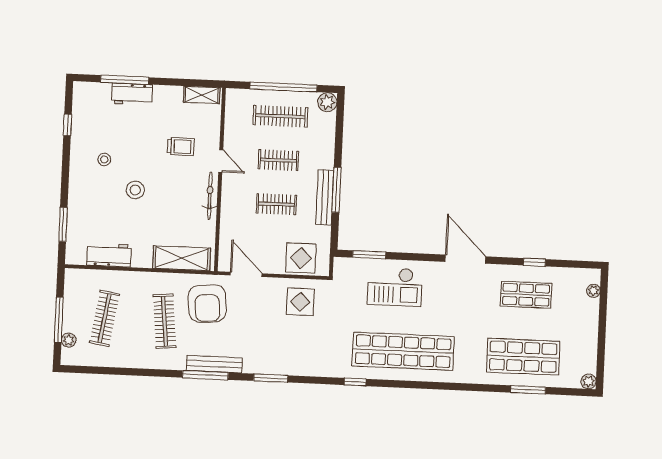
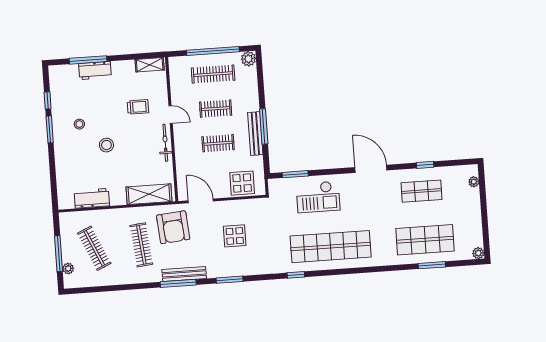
window: (63, 224) -> (50, 129), moved
display table: (300, 302) -> (235, 236), moved
clothes rail: (105, 318) -> (94, 248), turned -33

